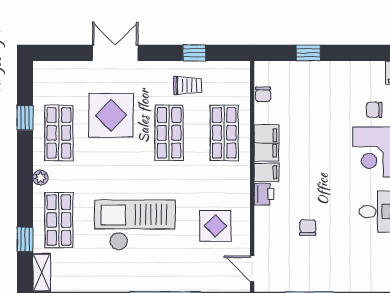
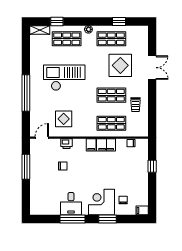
window: (194, 53) -> (152, 108), removed
printer: (264, 194) -> (66, 144), moved
checkout: (135, 225) -> (64, 78), turned -90

